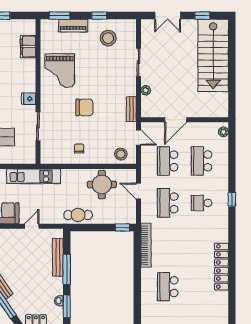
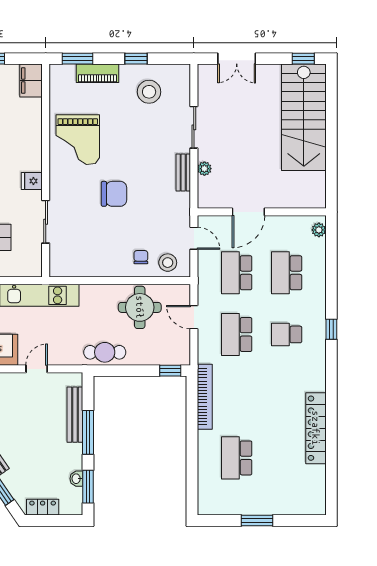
window: (202, 16) -> (303, 59), moved
filing cabinet: (28, 47) -> (31, 81), moved
bench: (131, 109) -> (183, 173), moved
chair: (79, 148) -> (141, 257), moved

